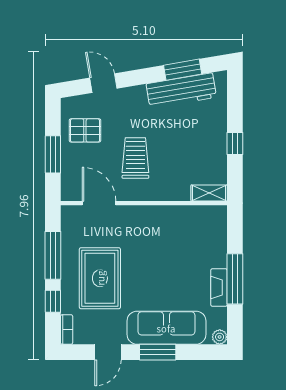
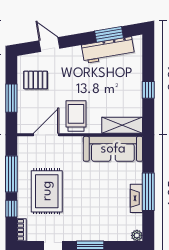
trolley: (135, 158) -> (76, 116), moved
shelving: (209, 193) -> (122, 125), width x1.50, depth x1.33
door: (99, 203) -> (46, 135), hinge flipped
sofa: (166, 328) -> (113, 149), moved, turned 180

